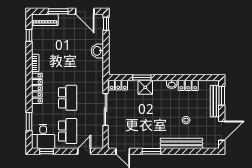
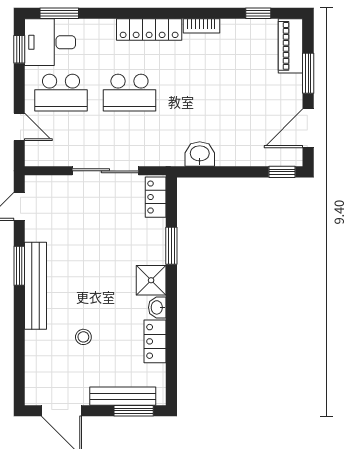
washbasin: (97, 51) -> (200, 154), moved
shower: (145, 87) -> (151, 280), moved
window: (29, 122) -> (59, 13), moved
bench: (181, 143) -> (36, 286), moved

